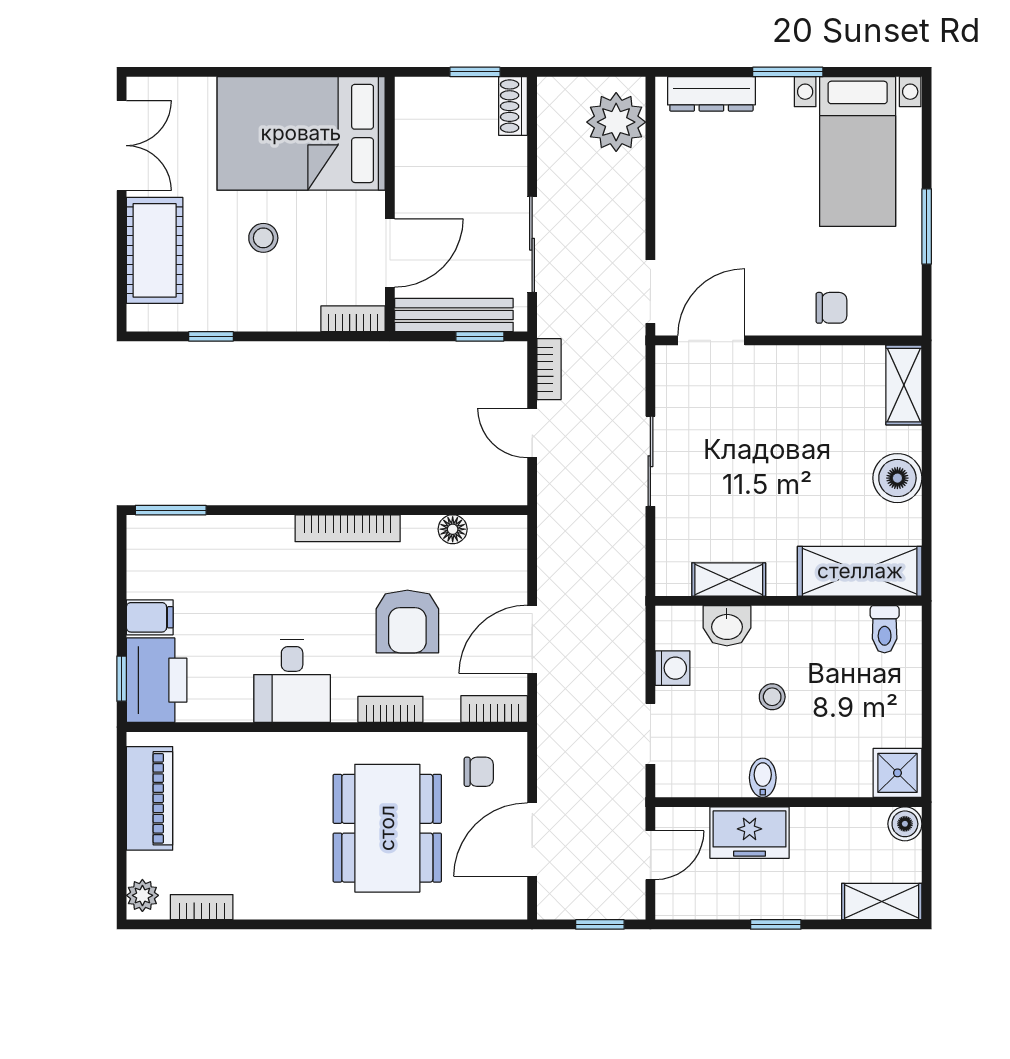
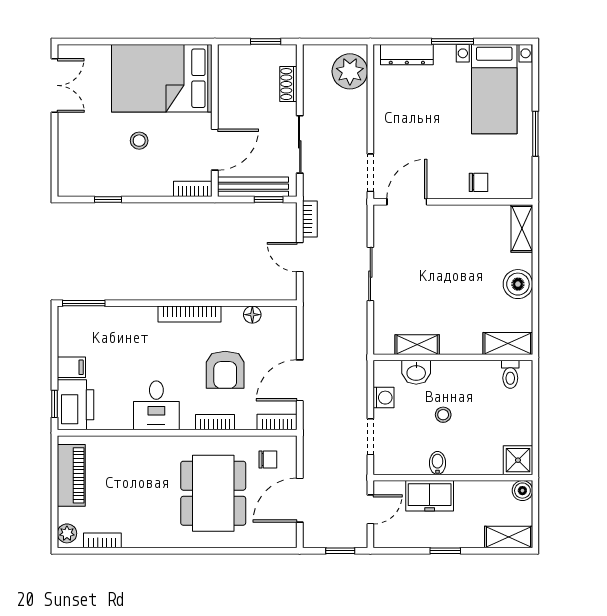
shoe rack: (513, 106) -> (288, 84), moved
cot: (155, 250) -> (74, 148), removed
shelving: (860, 571) -> (508, 343), width x0.67, depth x0.75

